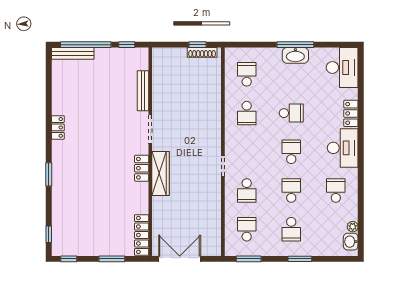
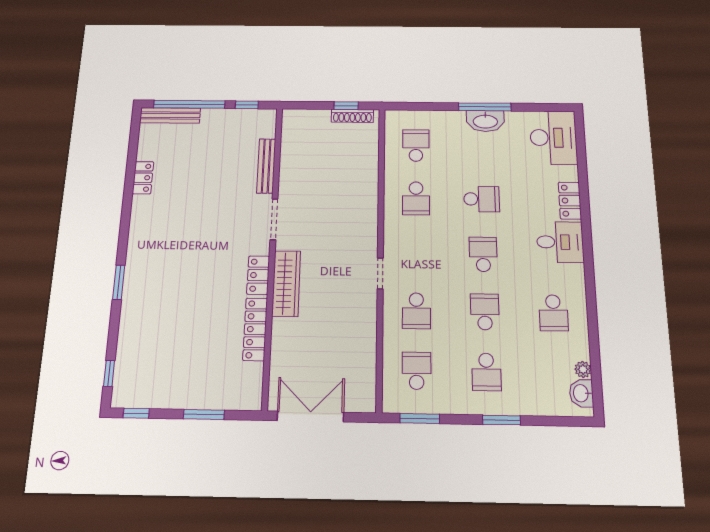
locker: (58, 127) -> (143, 178), moved
desk: (343, 148) -> (560, 242), width x0.73
school desk: (336, 190) -> (553, 313), turned 180
locker: (142, 235) -> (255, 329), moved

